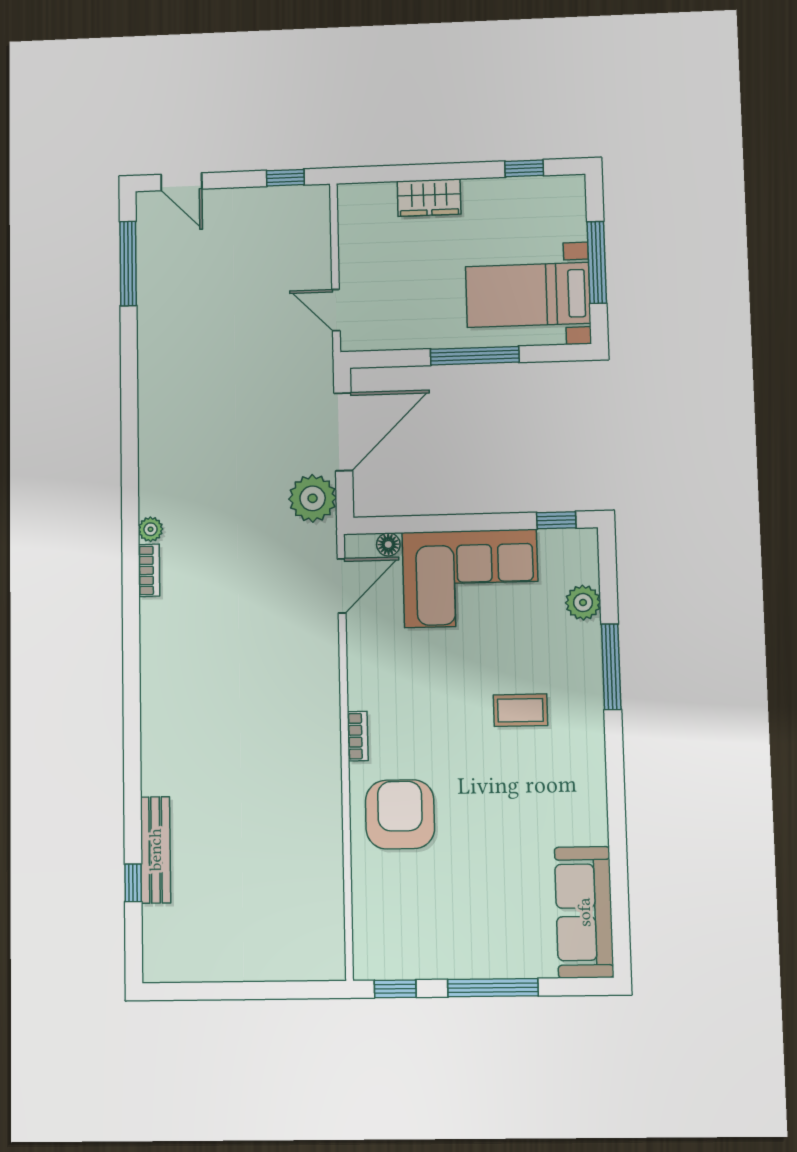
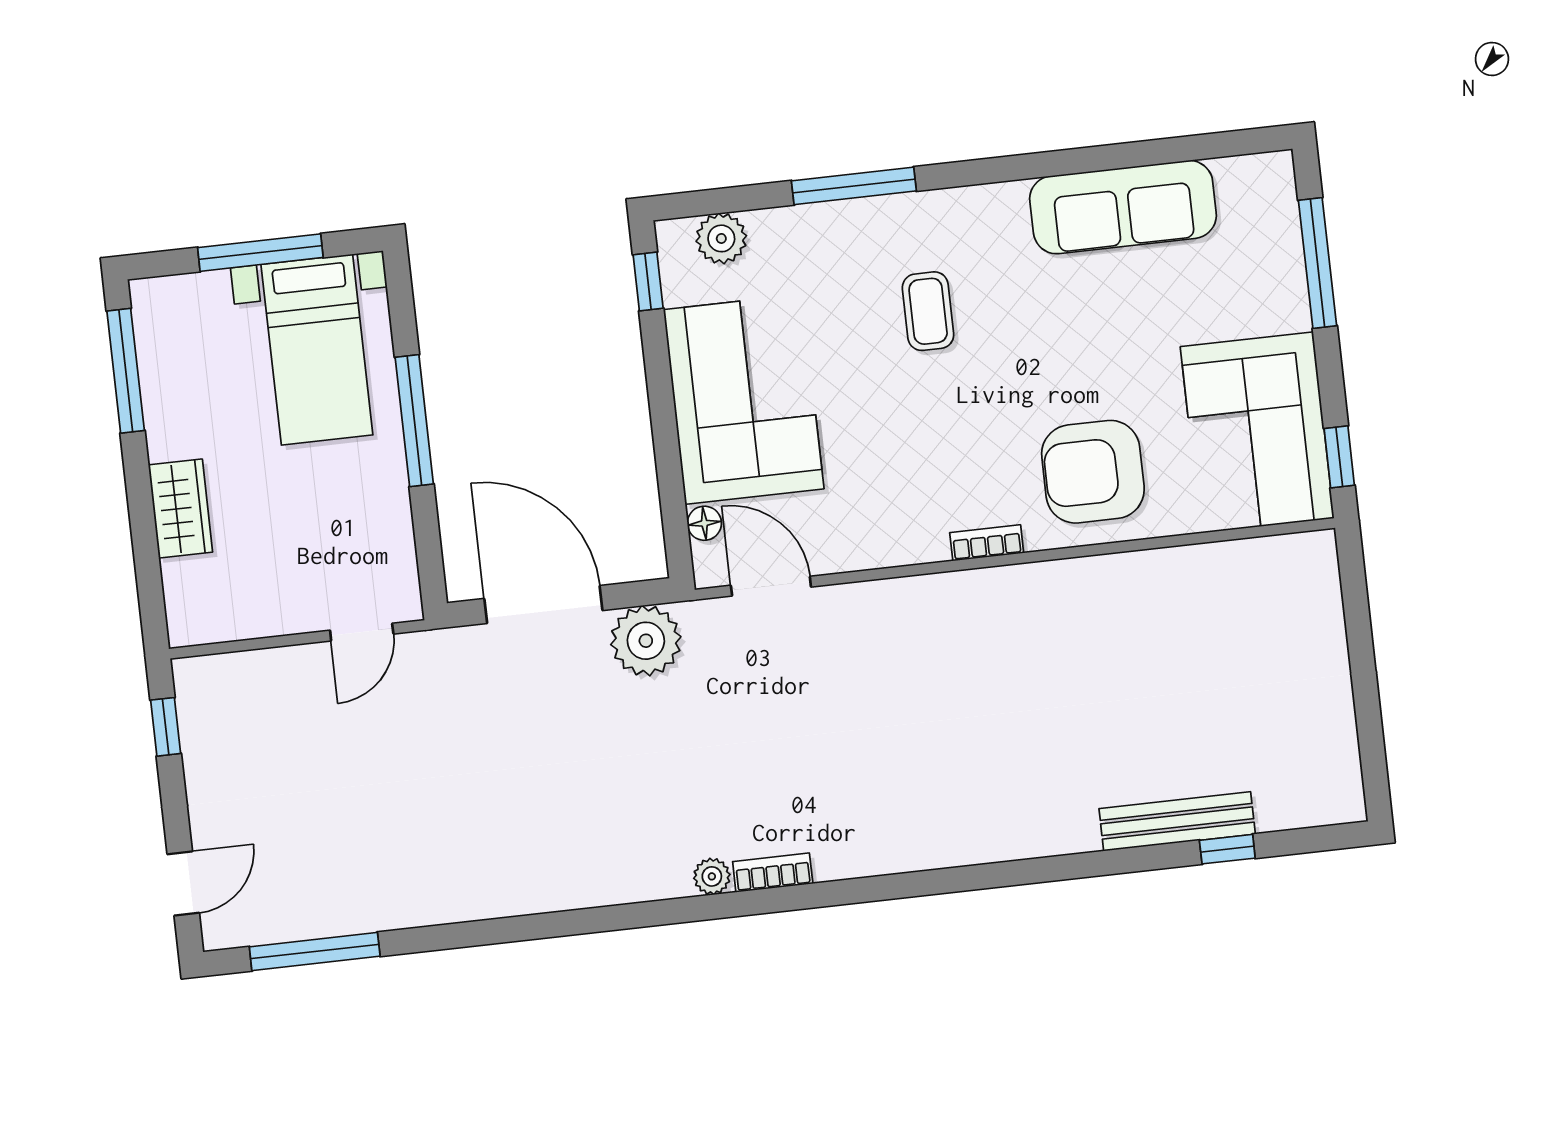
window: (524, 168) -> (126, 371), width x2.17
plant: (583, 603) -> (721, 238), moved
sofa: (584, 912) -> (1123, 207), moved
corner sofa: (417, 932) -> (1257, 432), added
window: (493, 988) -> (1318, 263), moved

